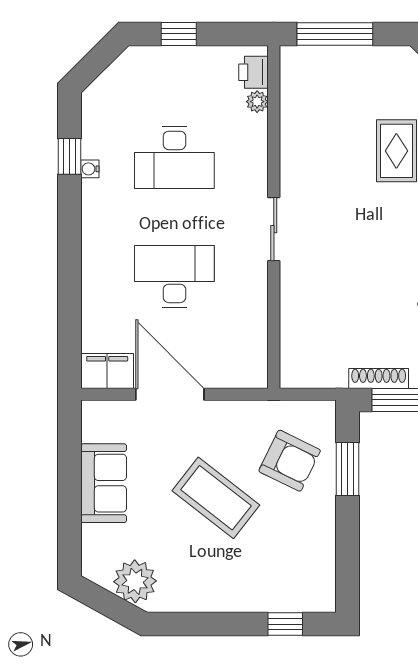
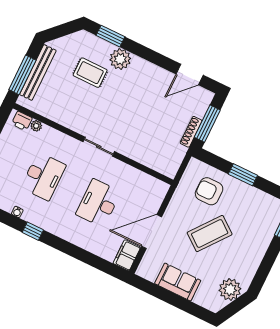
bench: (352, 59) -> (38, 72), added
window: (69, 156) -> (33, 231), moved
water cooler: (90, 169) -> (17, 212), moved
armchair: (290, 461) -> (209, 191), turned -116
window: (348, 469) -> (243, 175), moved

